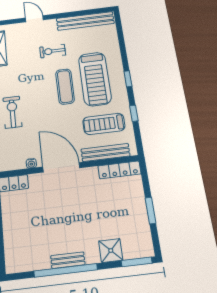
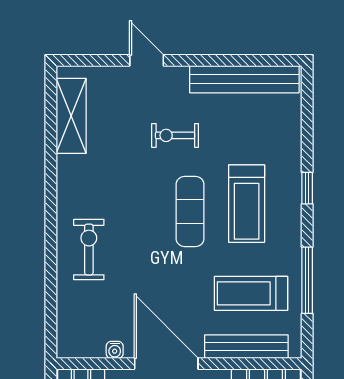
treadmill: (95, 79) -> (247, 204), width x0.73, depth x0.73
window: (128, 79) -> (307, 188), moved
window: (134, 113) -> (307, 280), width x2.17

